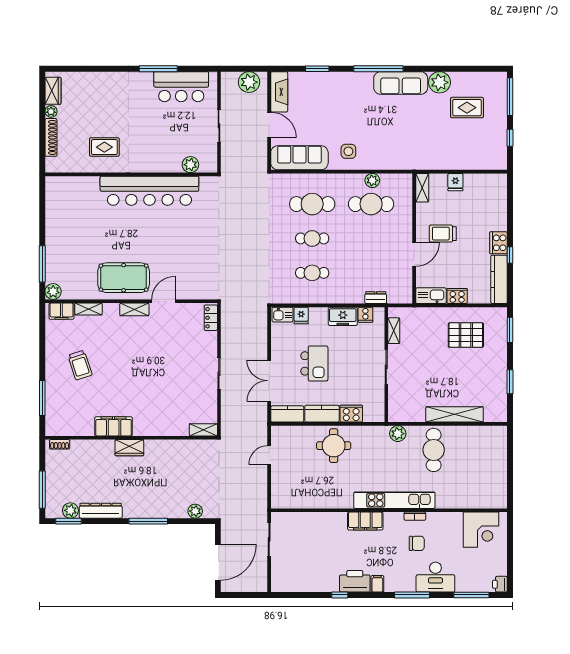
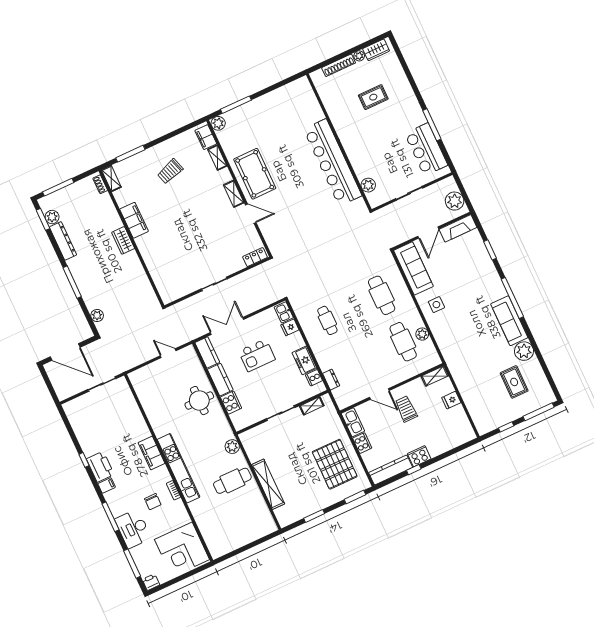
rug: (104, 147) -> (373, 97), moved, turned 90
cafe table: (312, 238) -> (355, 308), removed
pallet: (466, 335) -> (335, 464), width x1.37, depth x1.41
shelving: (203, 430) -> (111, 179), moved
corner desk: (481, 530) -> (182, 549), width x1.36, depth x1.36

